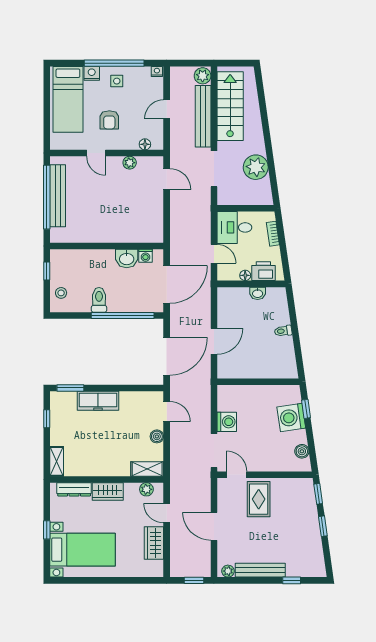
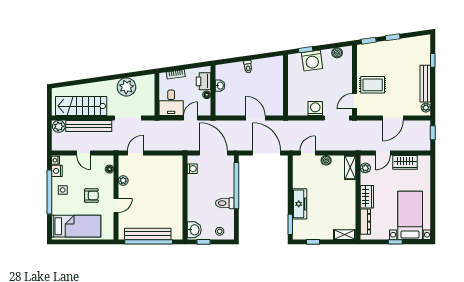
nightstand: (92, 73) -> (57, 171), moved
washbasin: (127, 258) -> (194, 230), moved

